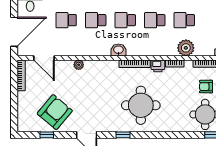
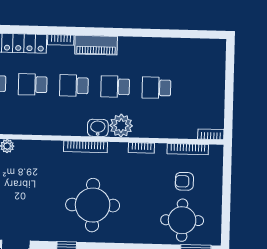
plant: (186, 48) -> (121, 126), moved
washbasin: (118, 50) -> (98, 128), moved
printer: (158, 66) -> (118, 151), removed

